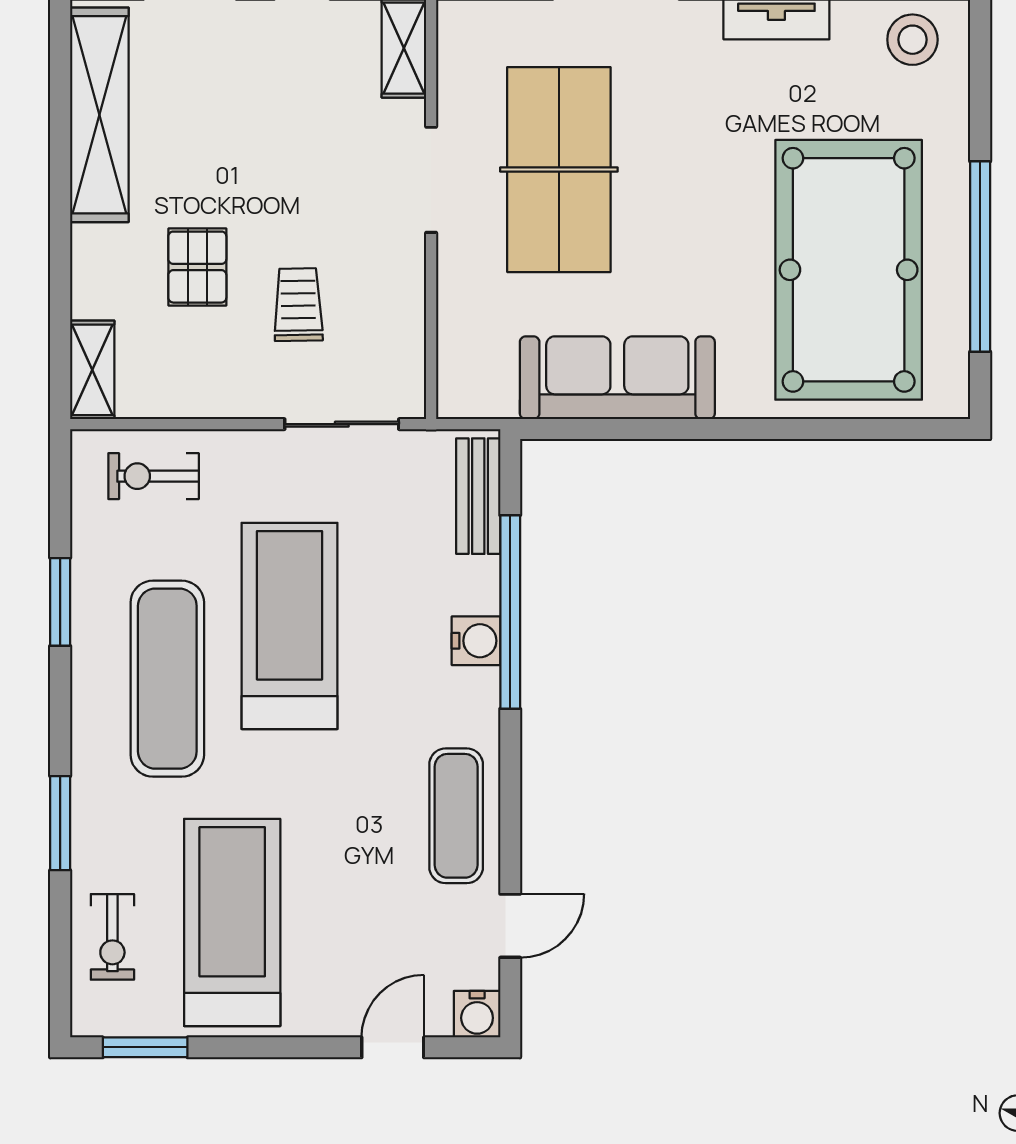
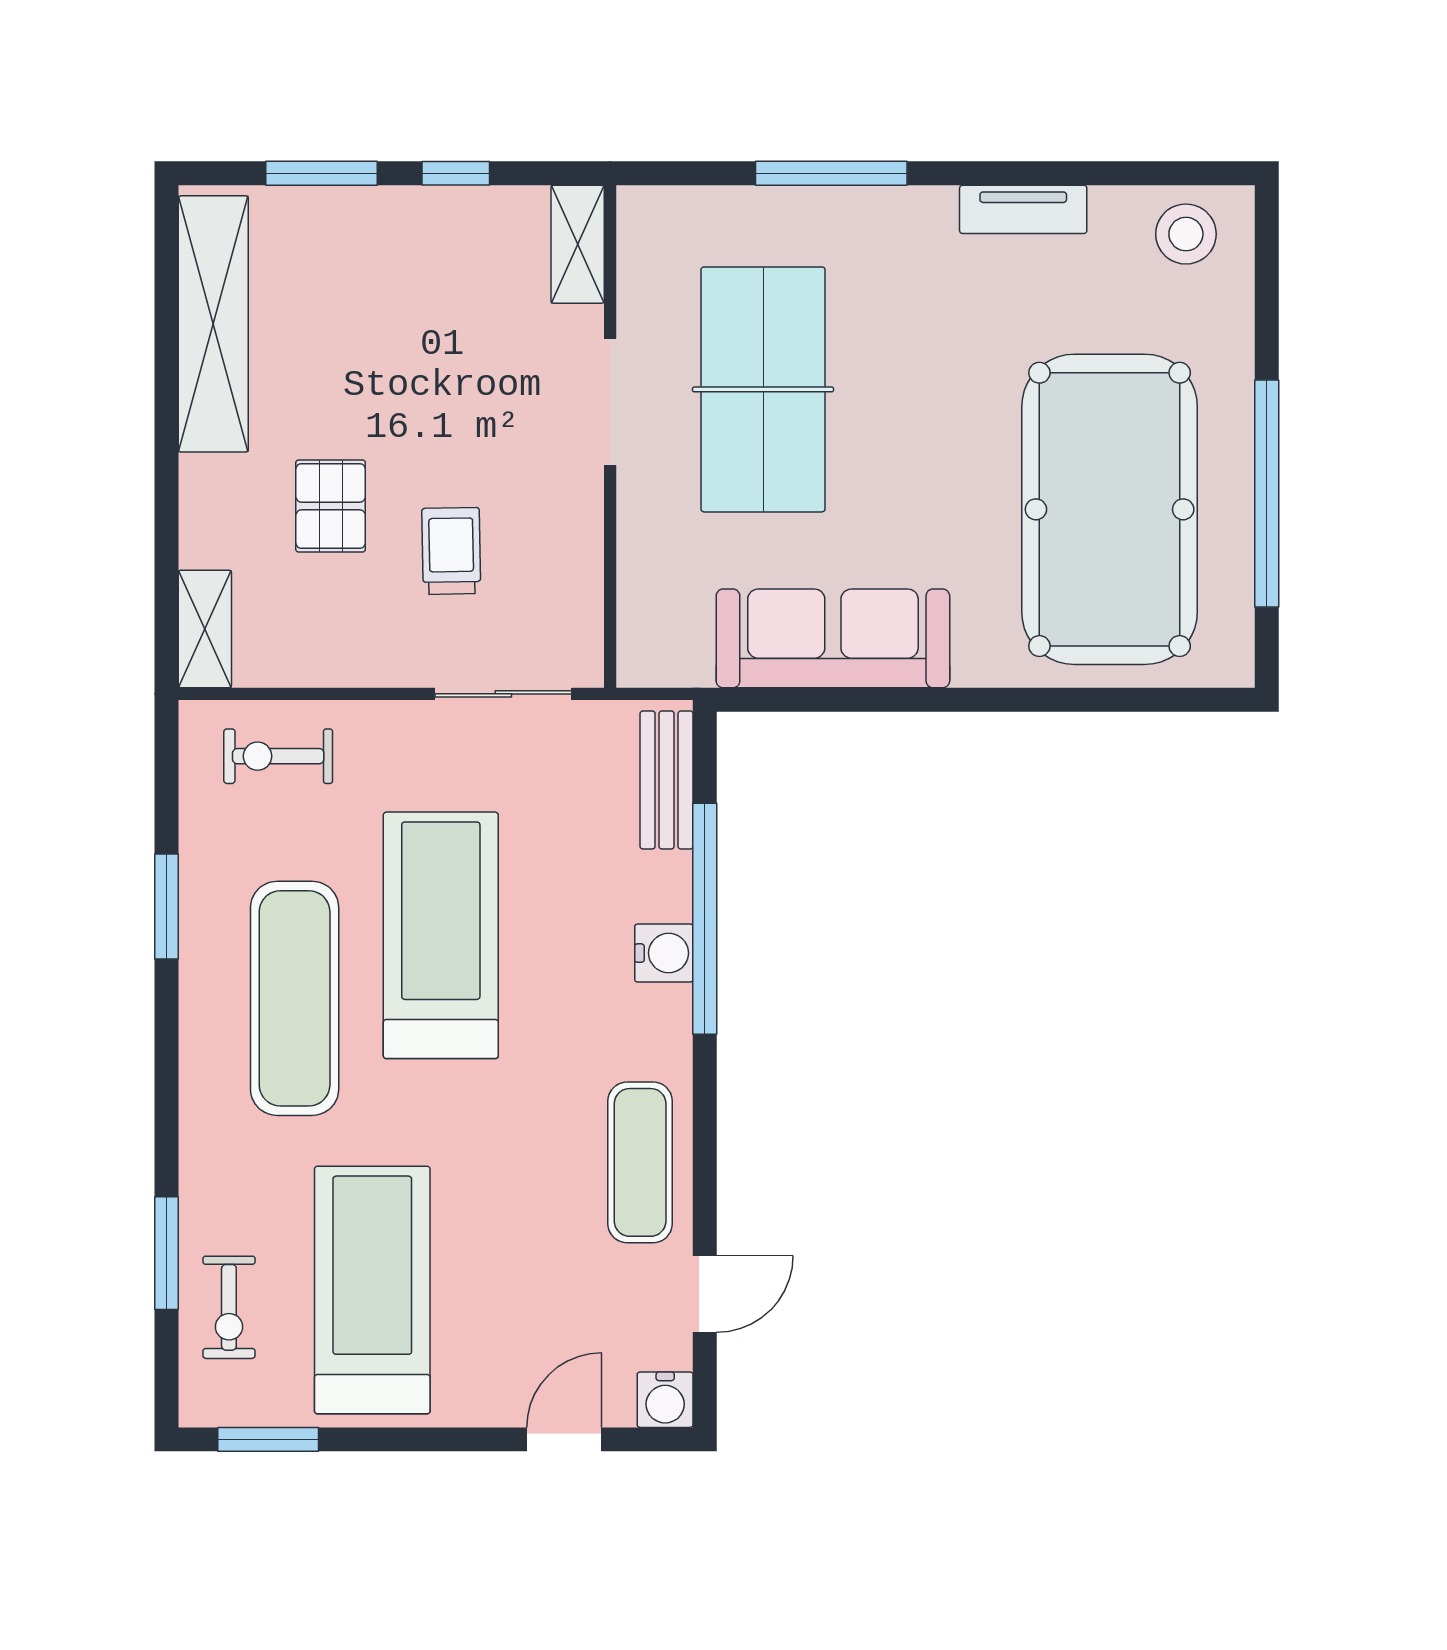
window: (60, 823) -> (166, 1253), moved

